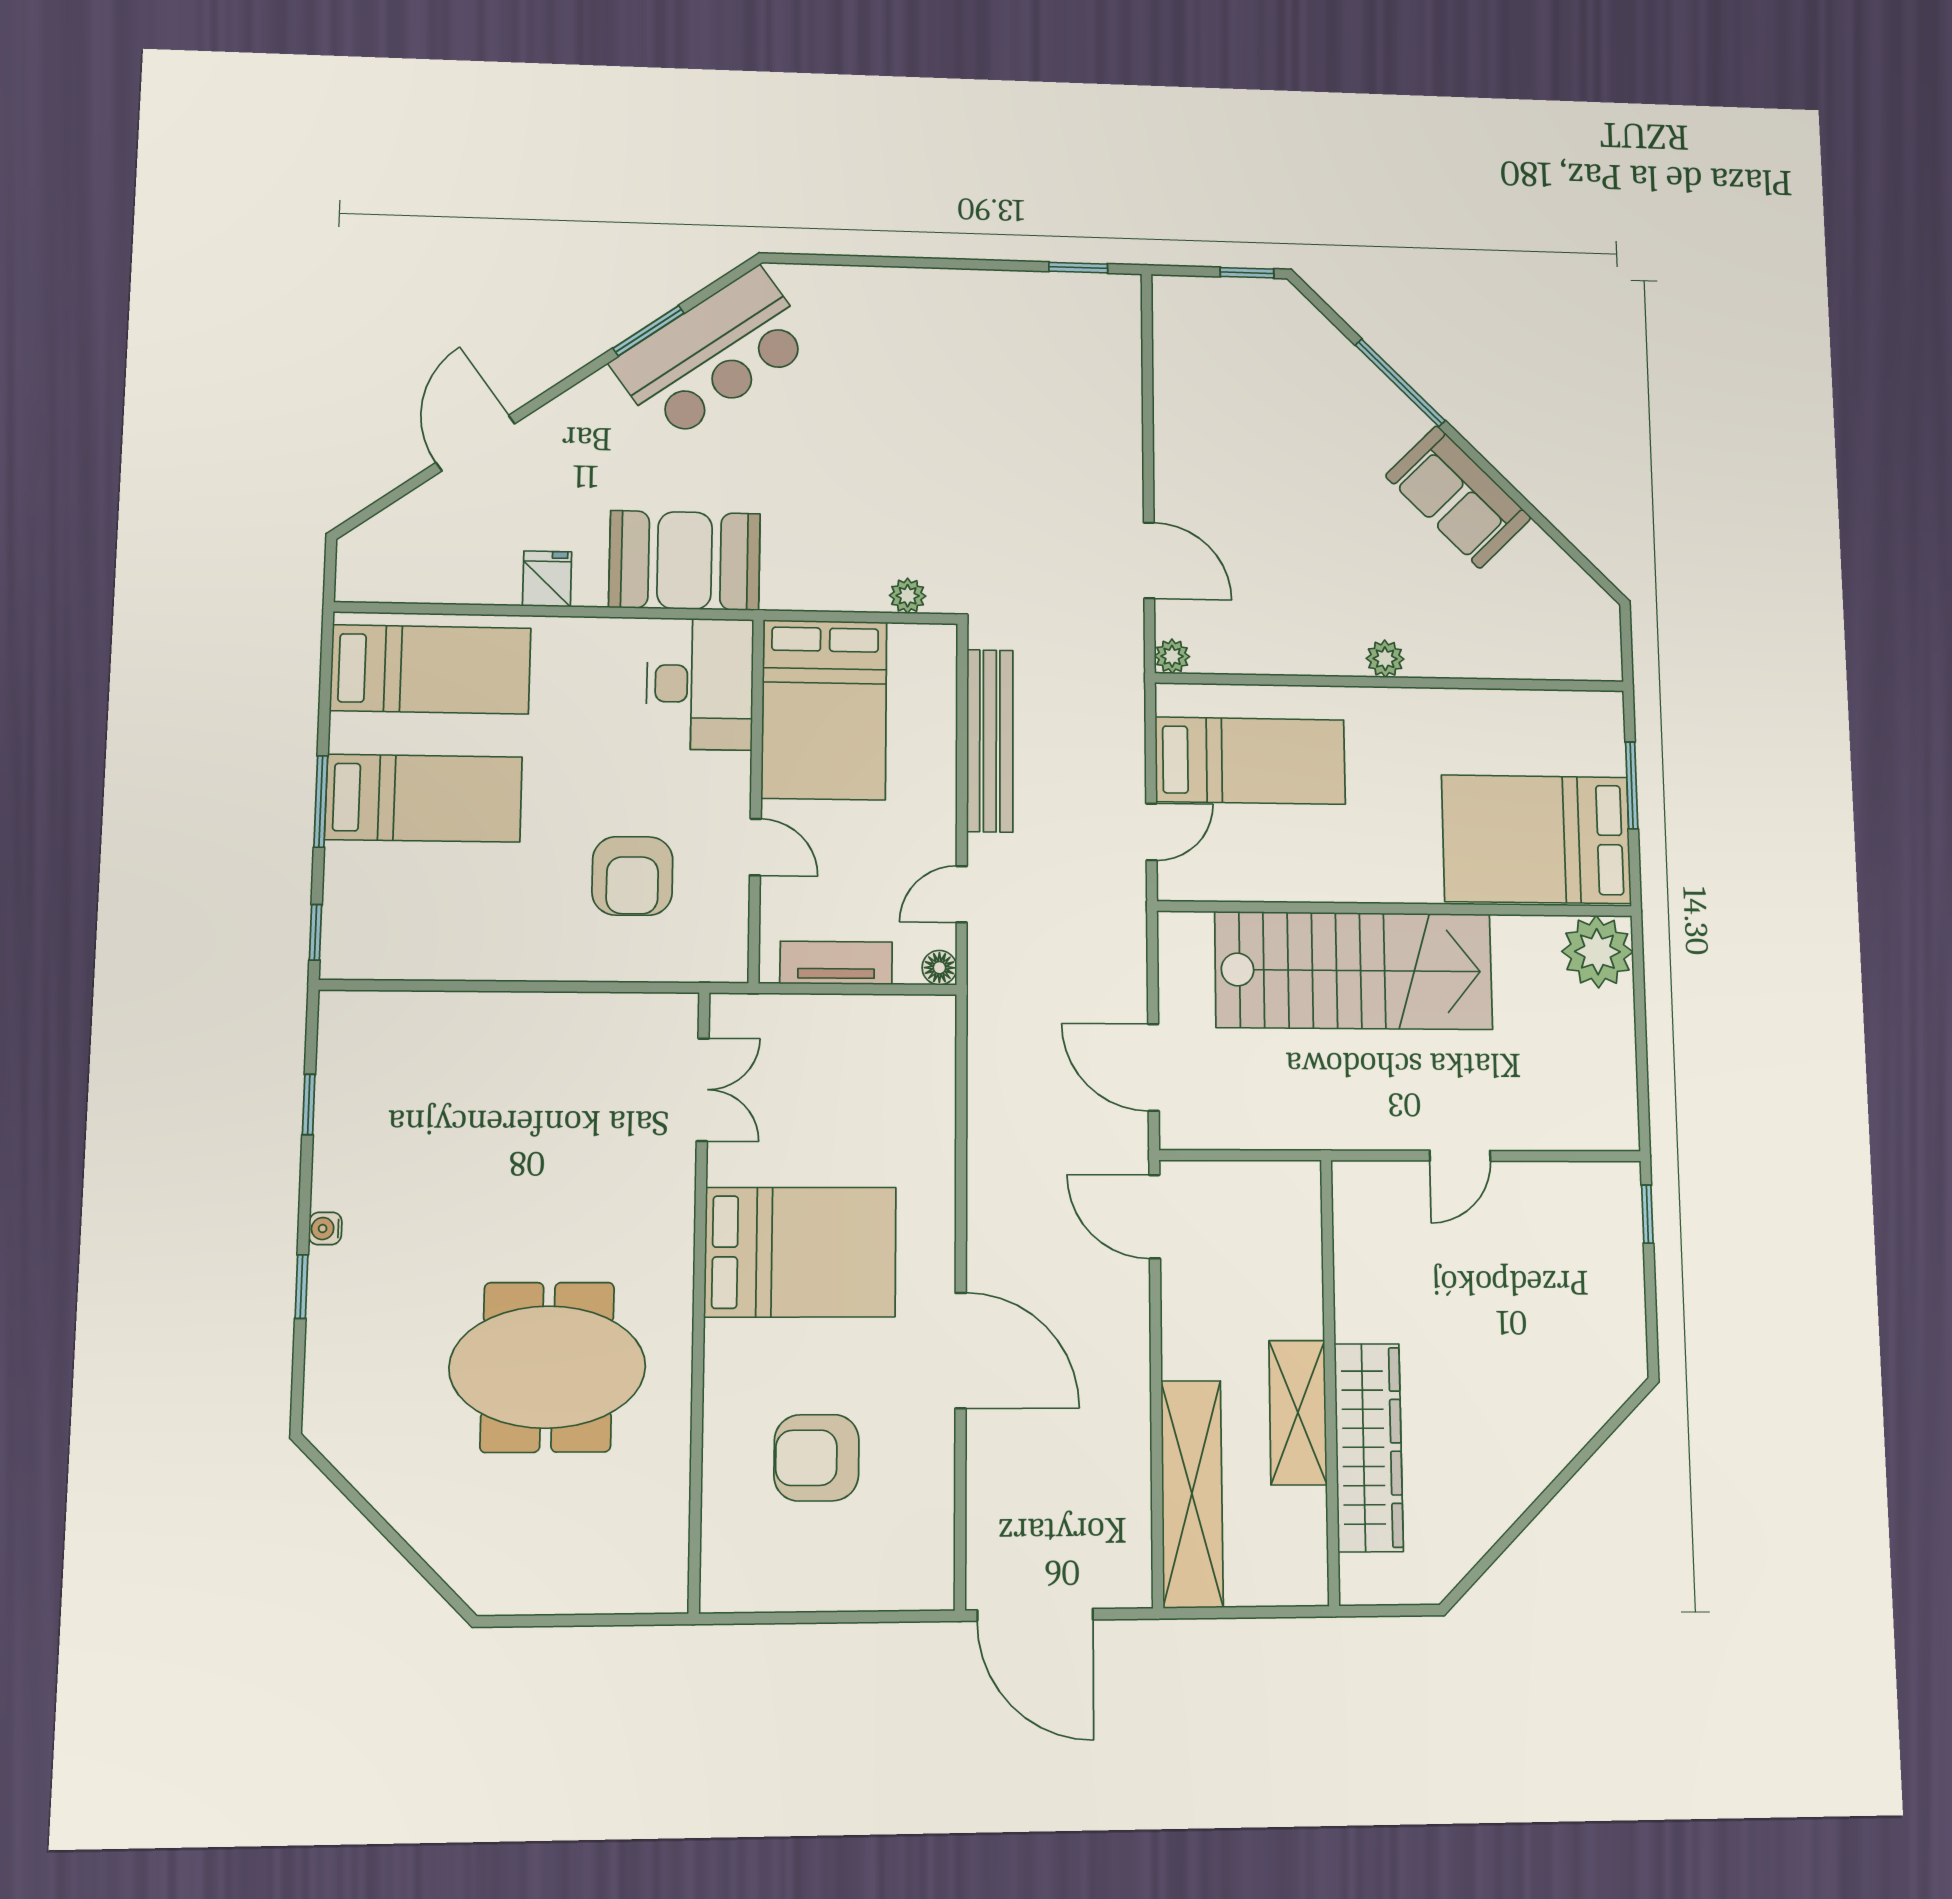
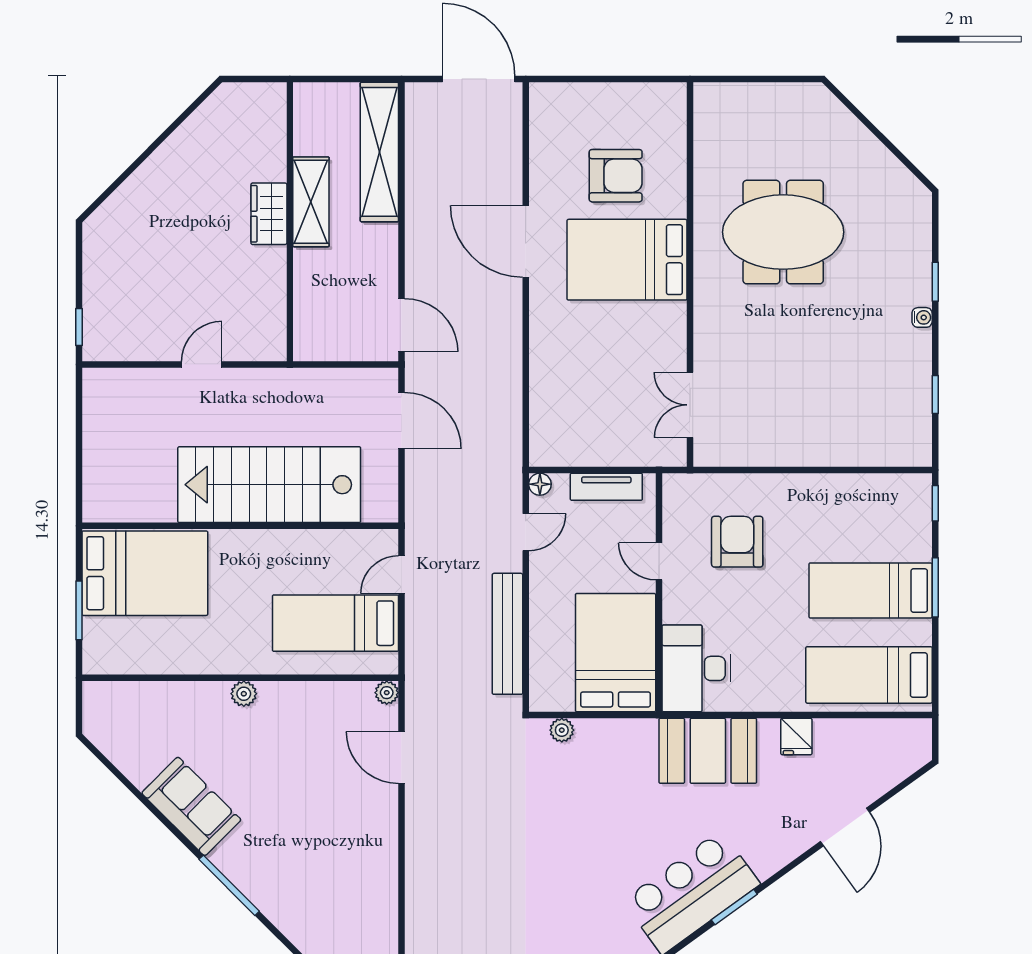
plant: (1597, 952) -> (106, 499), removed
bed: (800, 1252) -> (627, 260), moved
wardrobe: (1369, 1447) -> (269, 214), width x0.48, depth x0.85

